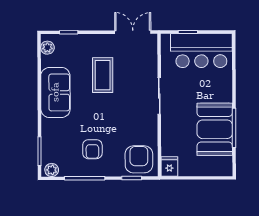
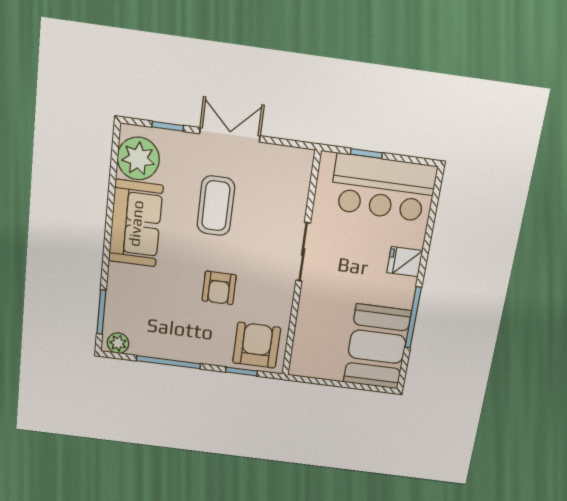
double door: (133, 32) -> (230, 135), moved
plant: (47, 48) -> (138, 158), width x1.88, depth x1.88
booth: (215, 129) -> (377, 347), moved
armchair: (92, 149) -> (219, 288), moved
fridge: (169, 166) -> (405, 262), moved, turned -90

